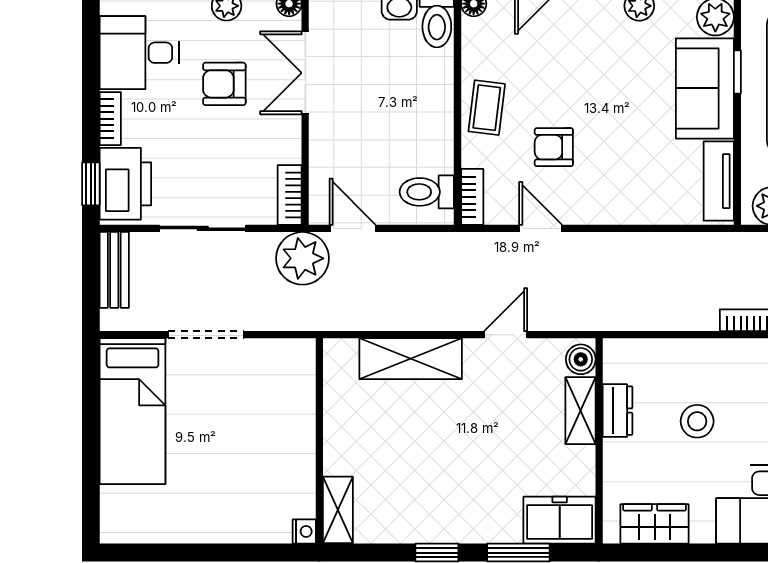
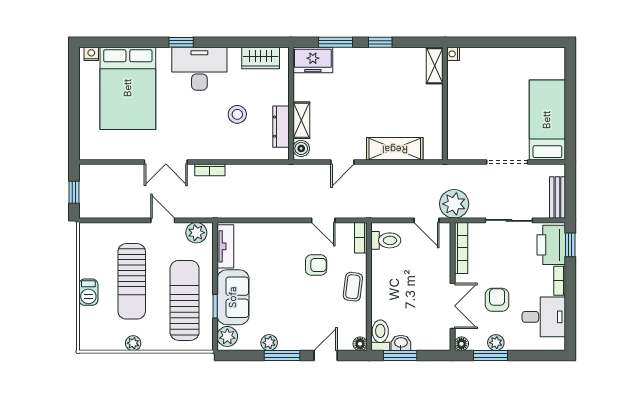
armchair: (224, 84) -> (497, 300), turned -90
bookcase: (290, 195) -> (461, 248), width x1.56
dresser: (618, 411) -> (281, 127), width x1.44

